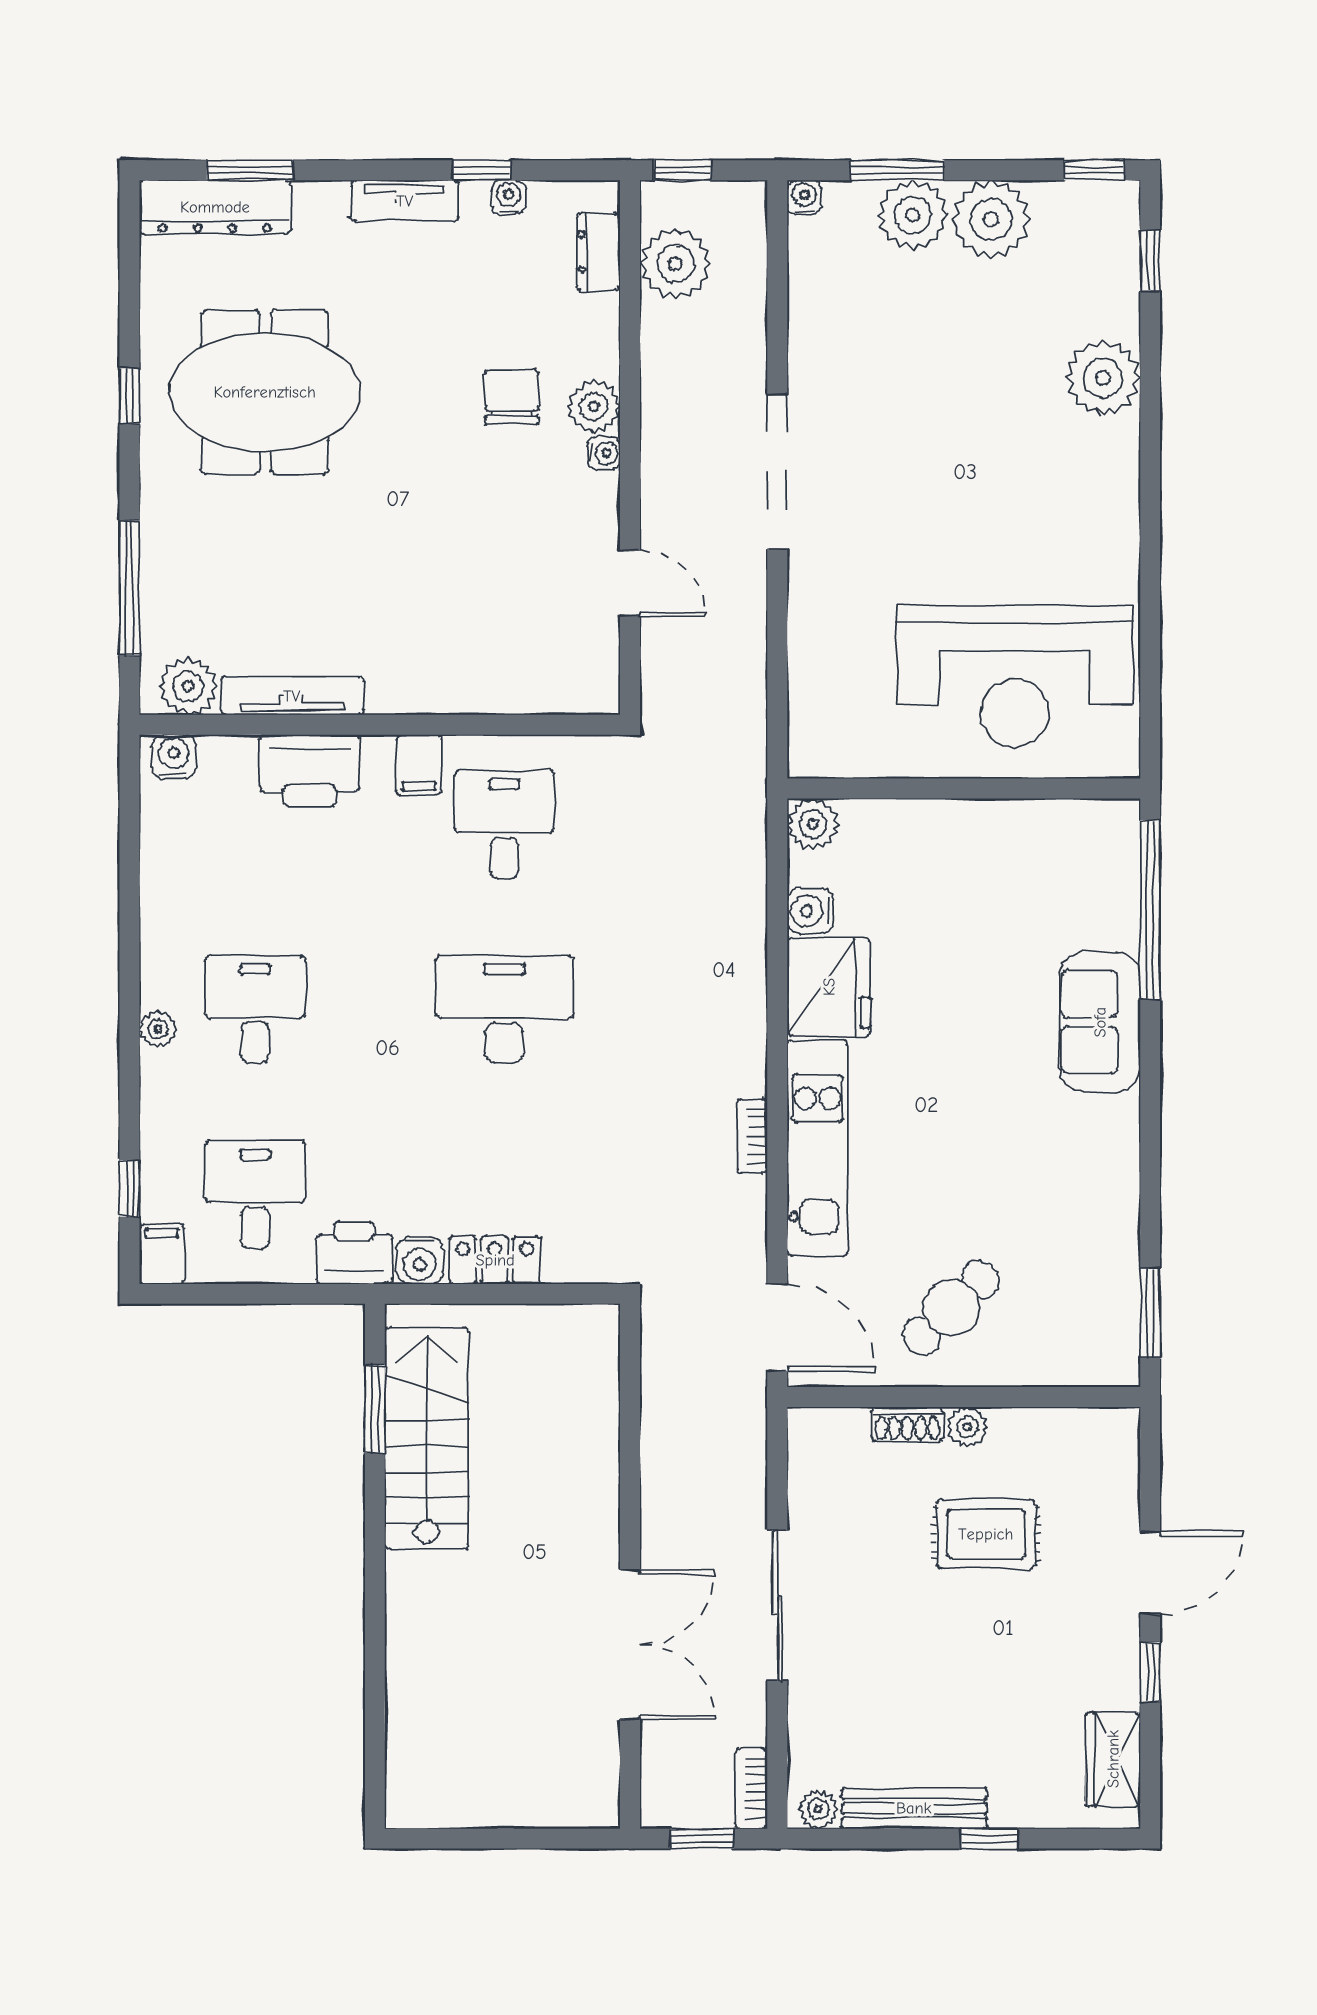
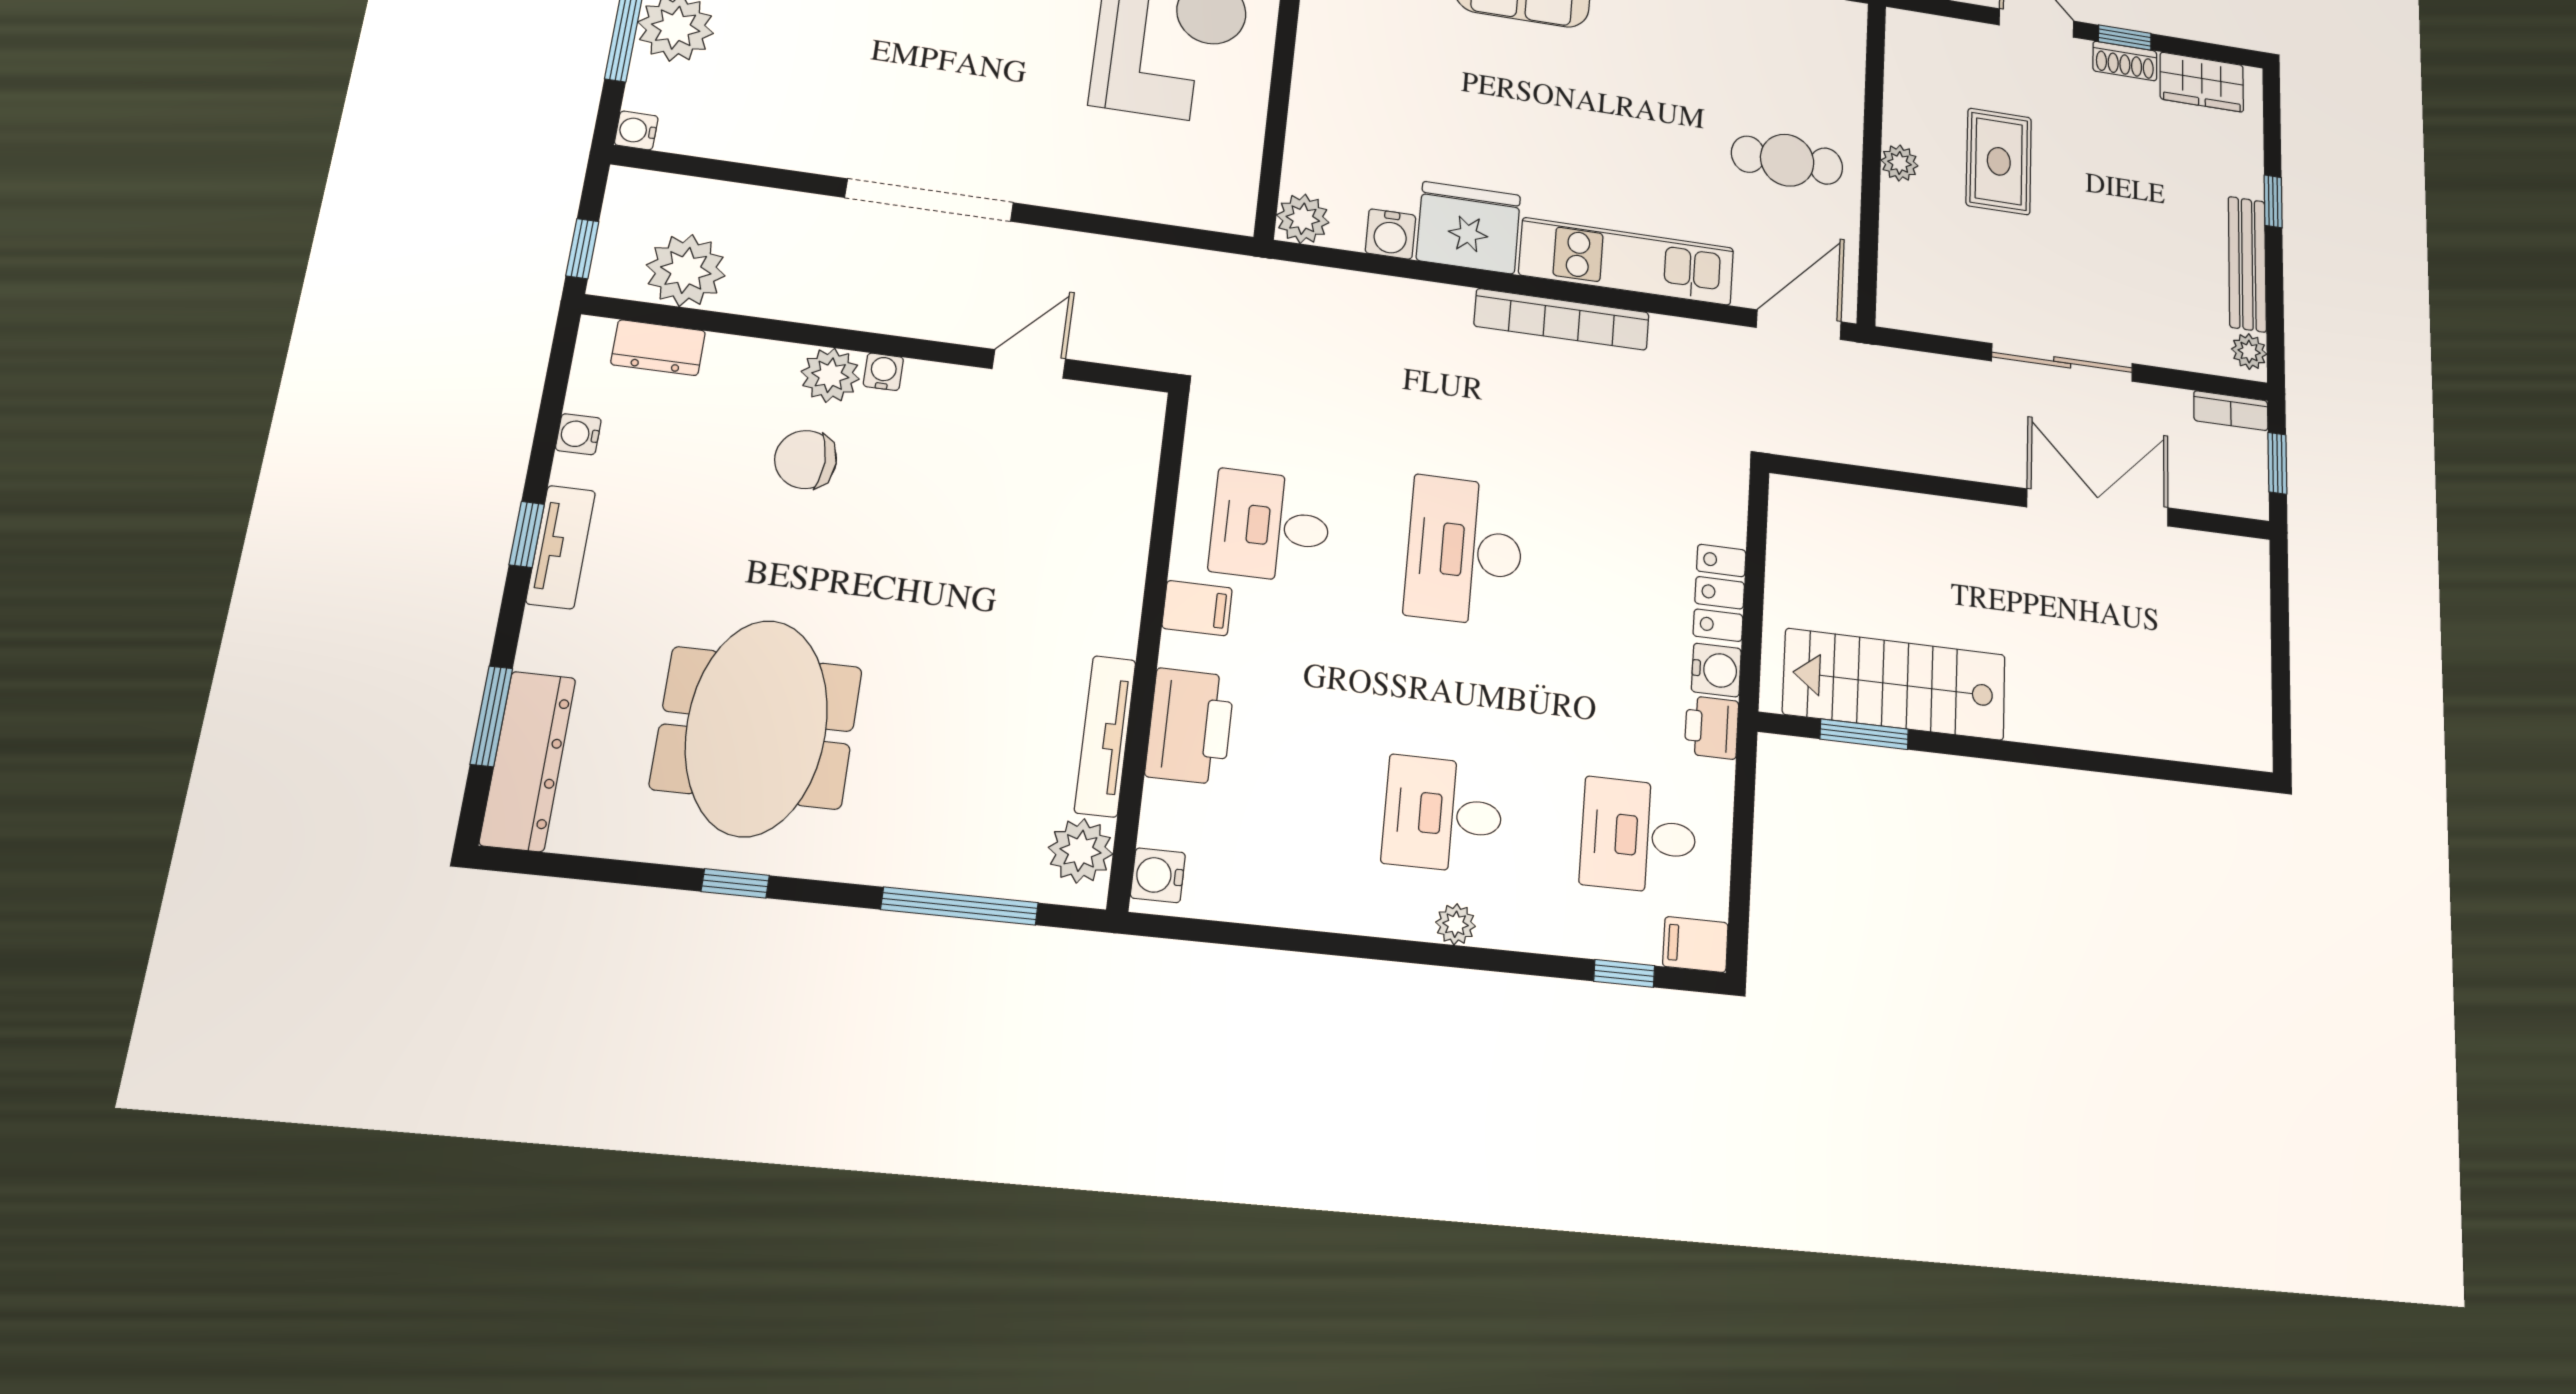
window: (481, 170) -> (527, 534), moved
bookcase: (752, 1136) -> (1562, 319), width x2.31, depth x1.31
printer: (354, 1253) -> (1712, 727), width x0.73, depth x0.81
cafe table: (951, 1308) -> (1787, 160), turned -46
shoe rack: (907, 1424) -> (2125, 61), moved, turned 90

